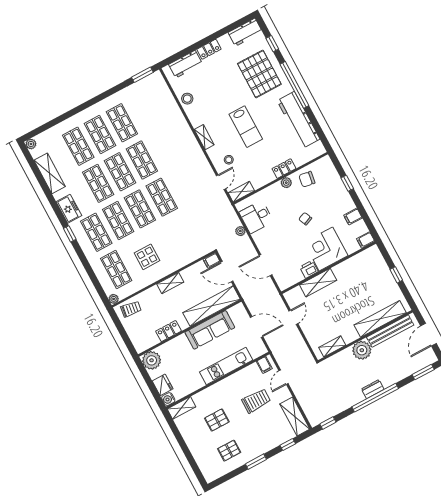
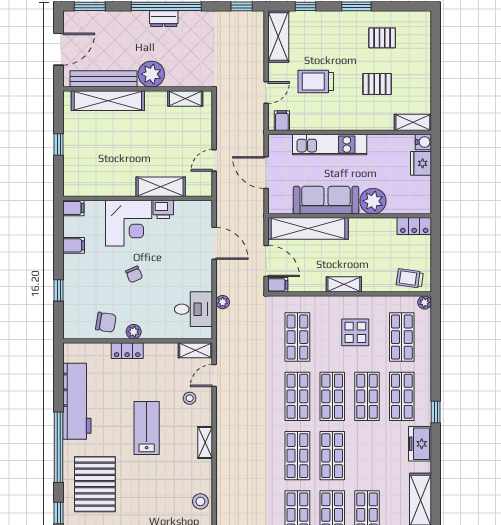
shop shelf: (98, 183) -> (297, 337), moved
locker: (168, 331) -> (414, 226), moved
plant: (152, 360) -> (373, 201), moved

